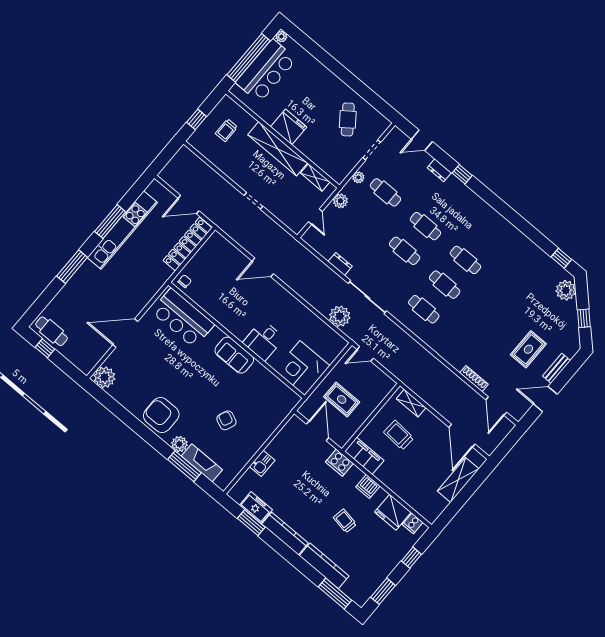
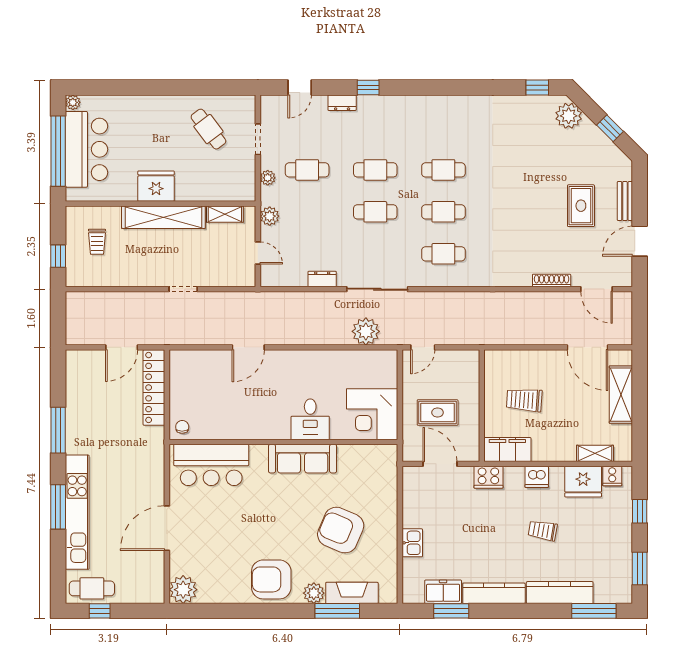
kitchen unit: (122, 230) -> (77, 512), moved
sofa: (234, 355) -> (303, 459), width x1.36
shelving: (411, 403) -> (595, 453), moved
armchair: (226, 420) -> (341, 530), width x1.88, depth x1.88

